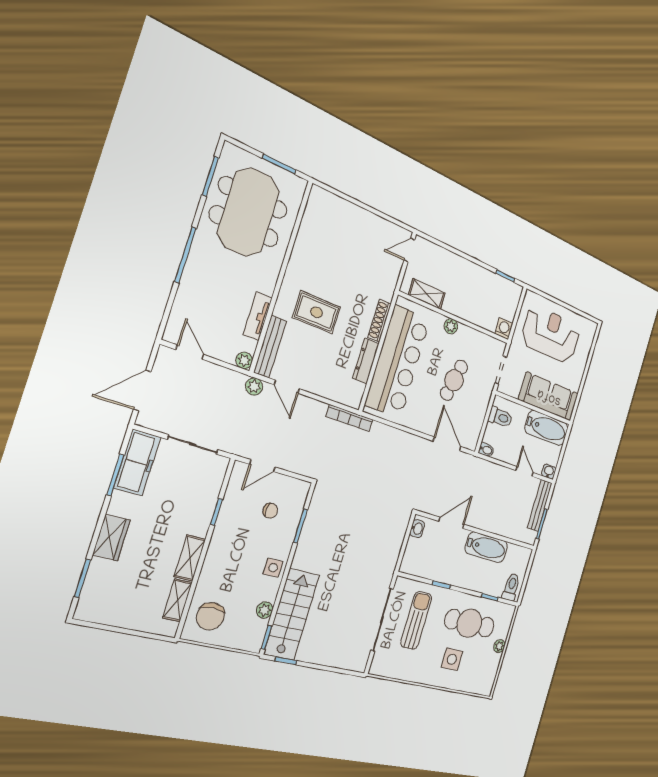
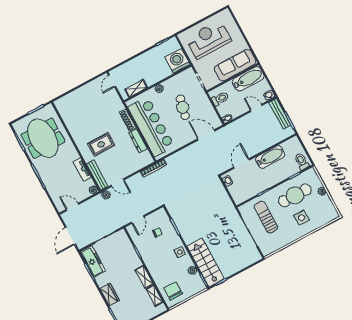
washing machine: (504, 329) -> (178, 61), width x1.89, depth x1.89
chair: (210, 616) -> (173, 291), turned 180

